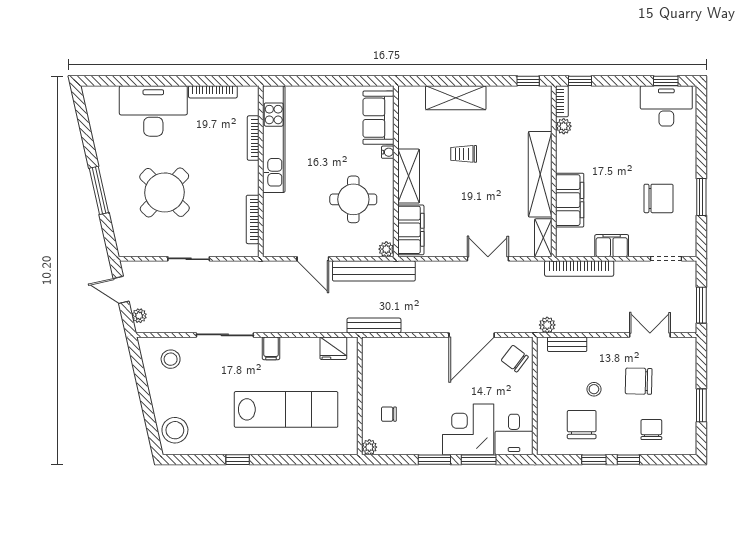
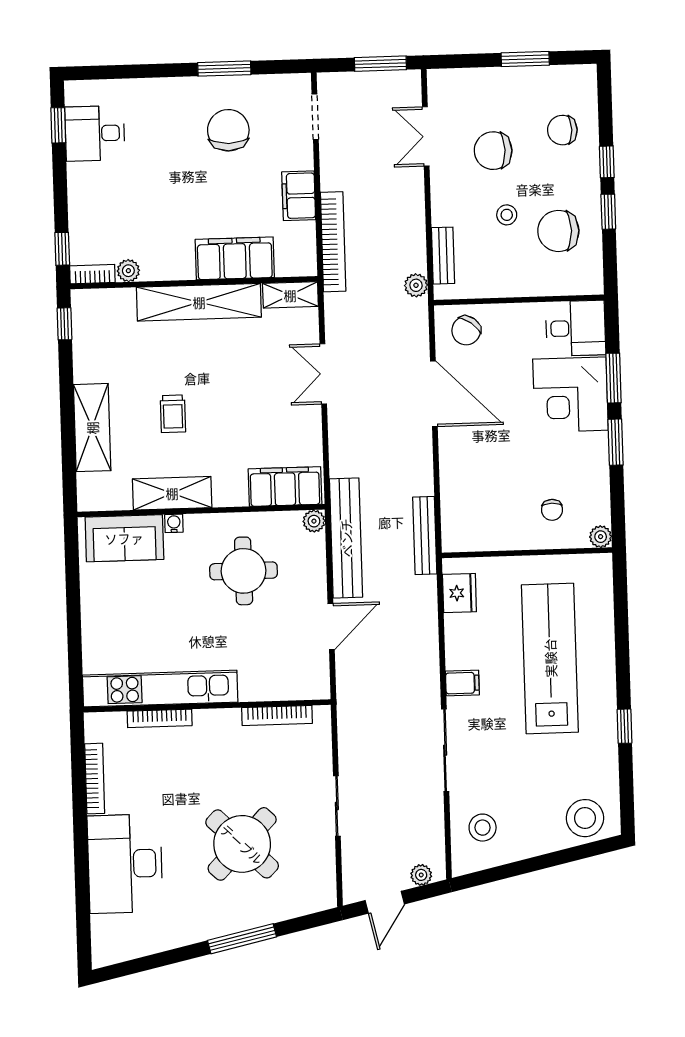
desk: (666, 106) -> (95, 133), width x0.73
shelving: (409, 176) -> (172, 493), moved
chair: (639, 381) -> (493, 151), turned 89

